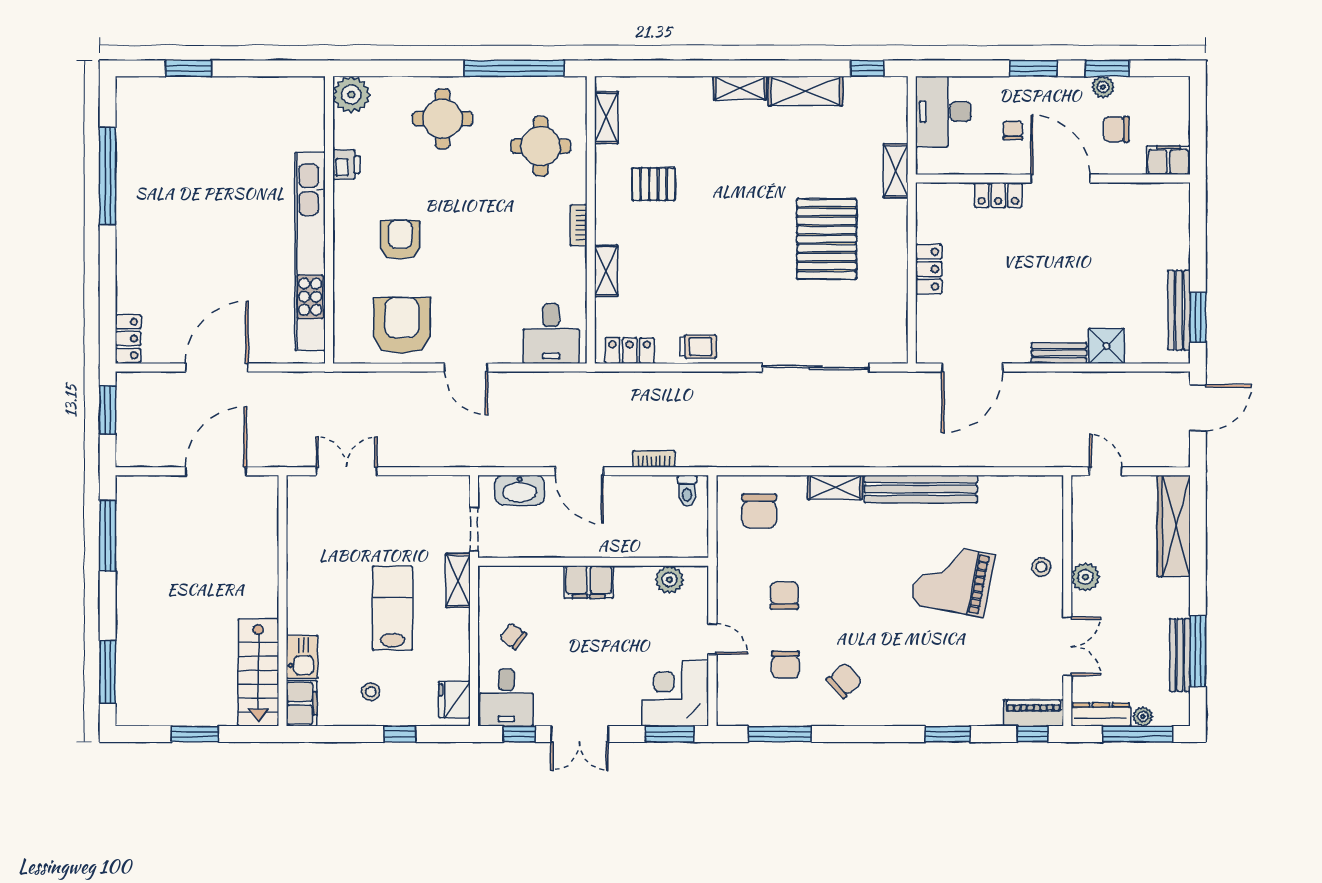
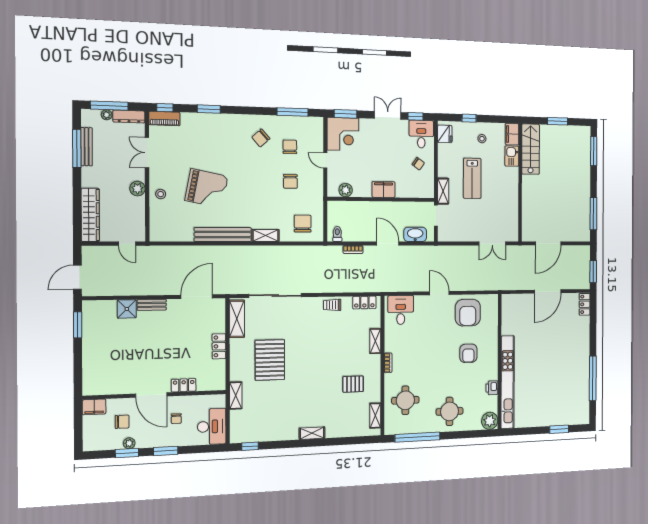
shelving: (806, 91) -> (237, 319), moved, turned 90
kitchen unit: (310, 251) -> (508, 382), moved
bench: (1179, 310) -> (88, 328), removed

